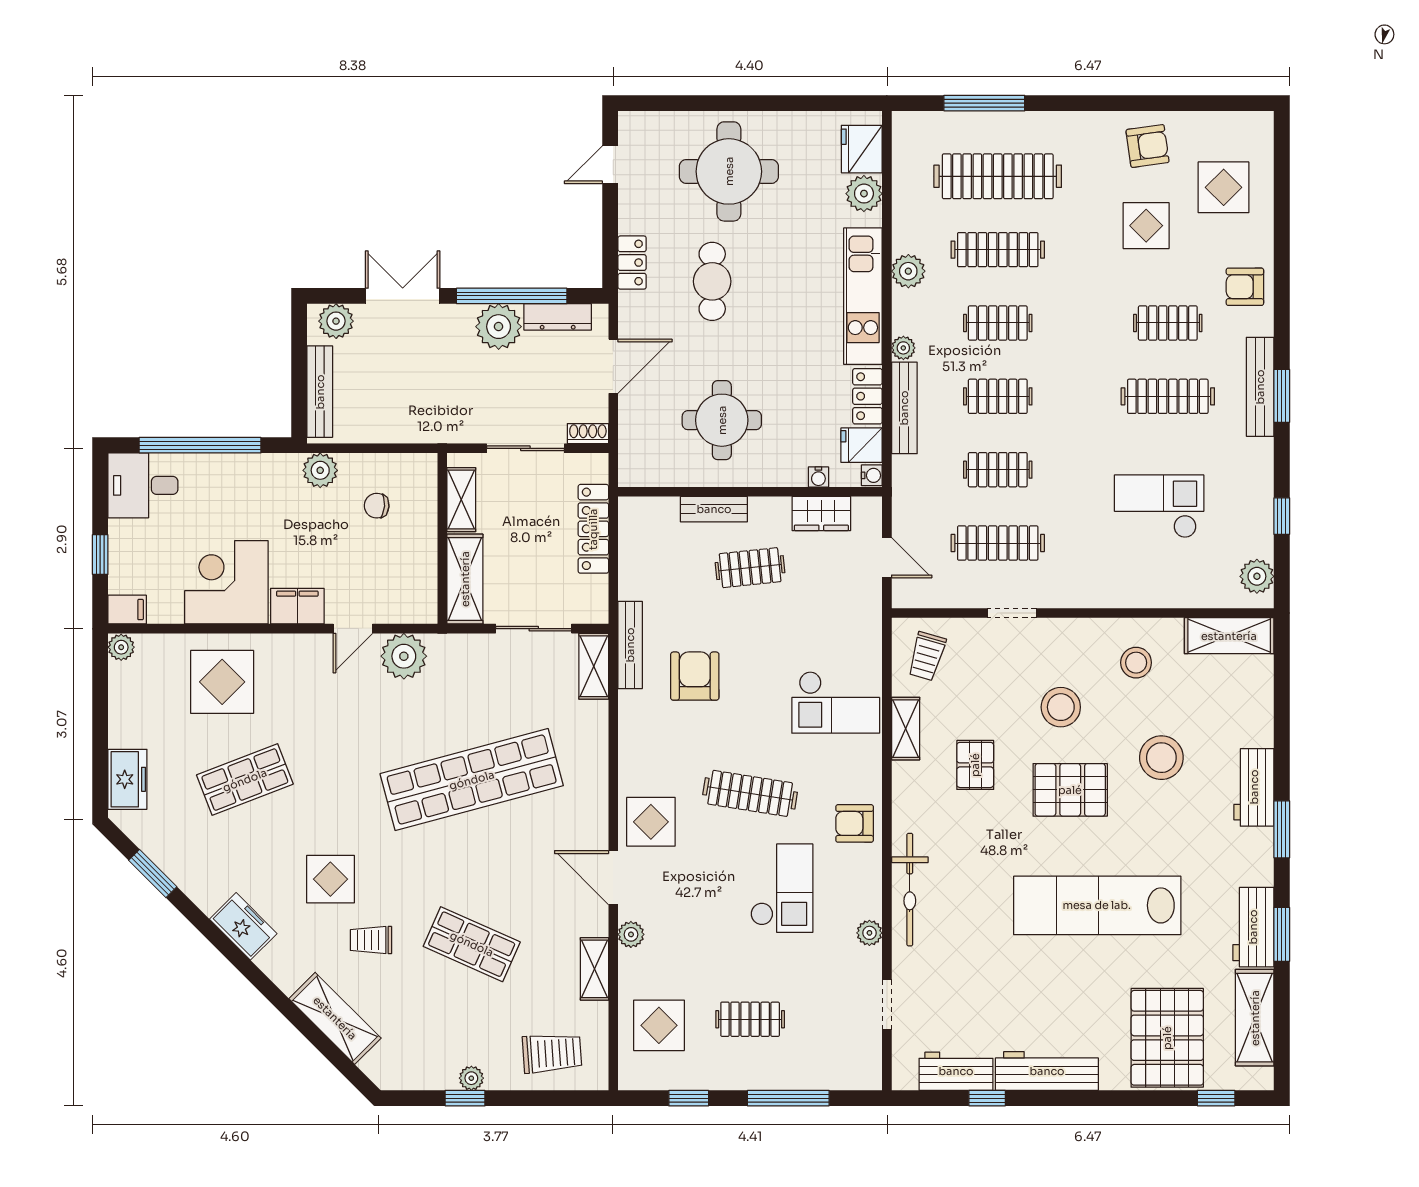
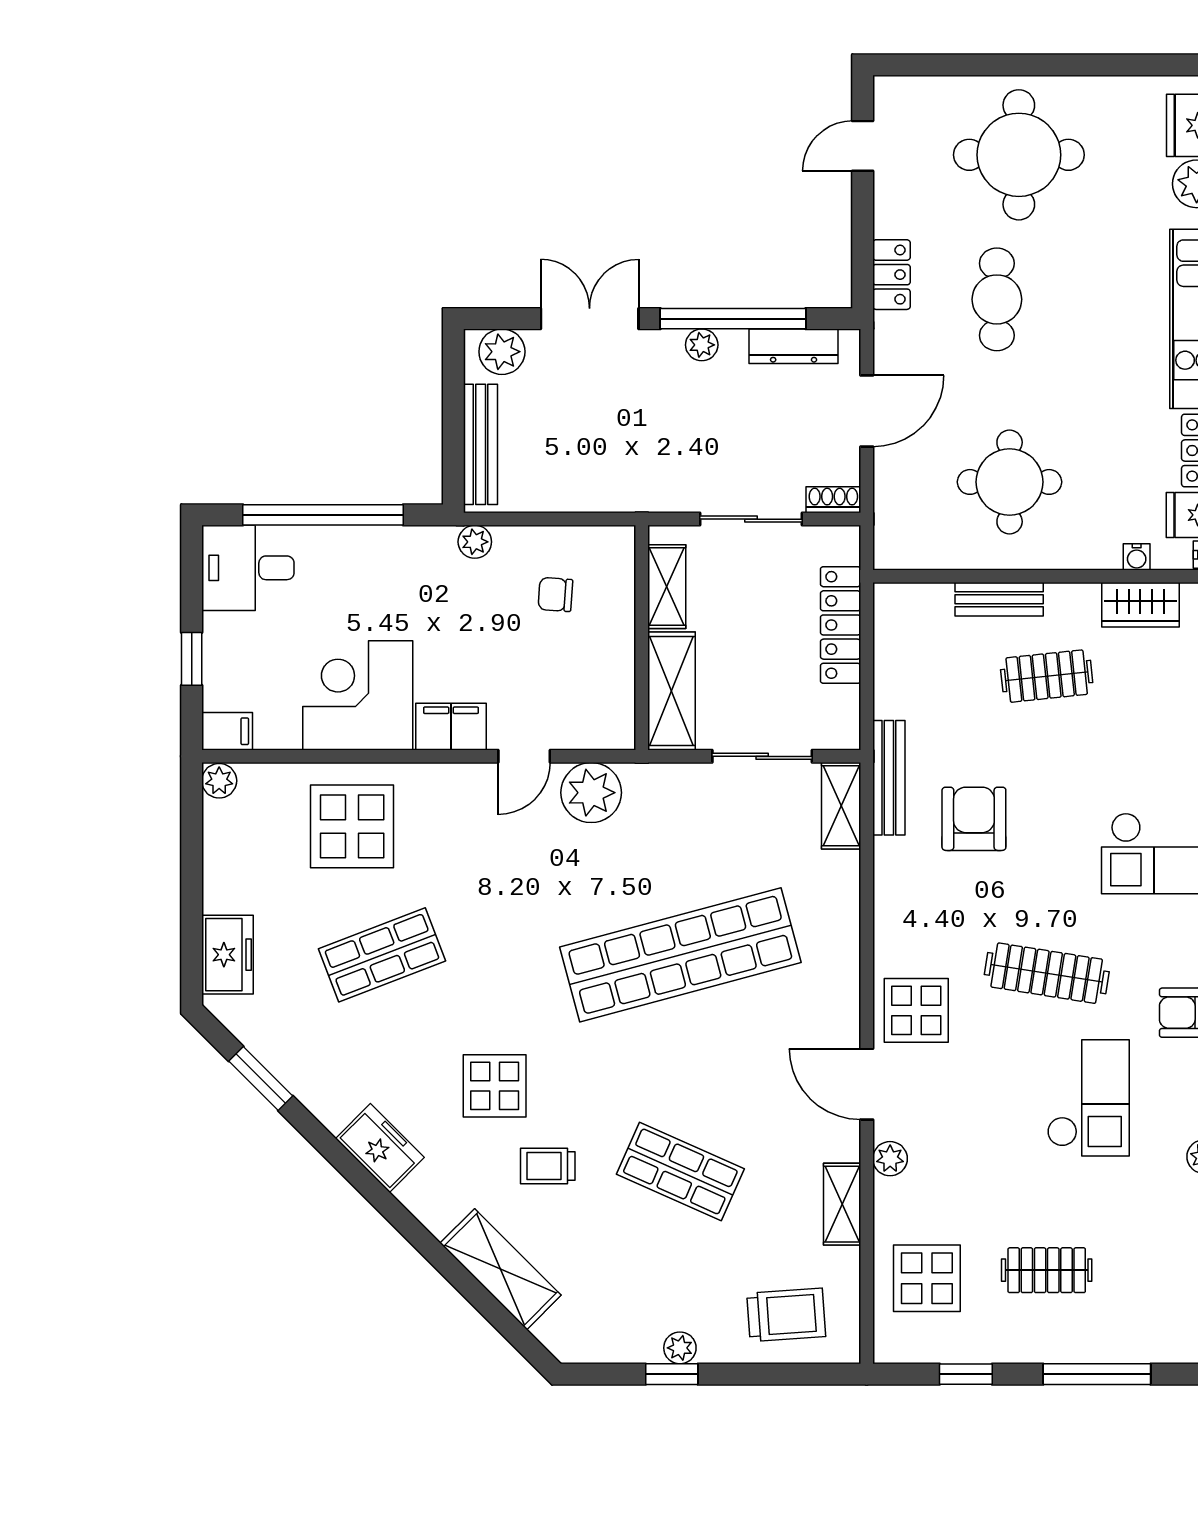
plant: (499, 327) -> (702, 345), width x0.53, depth x0.53
plant: (320, 470) -> (475, 542), width x0.73, depth x0.73

